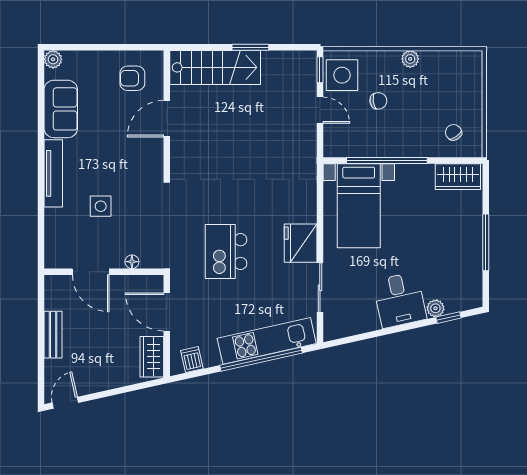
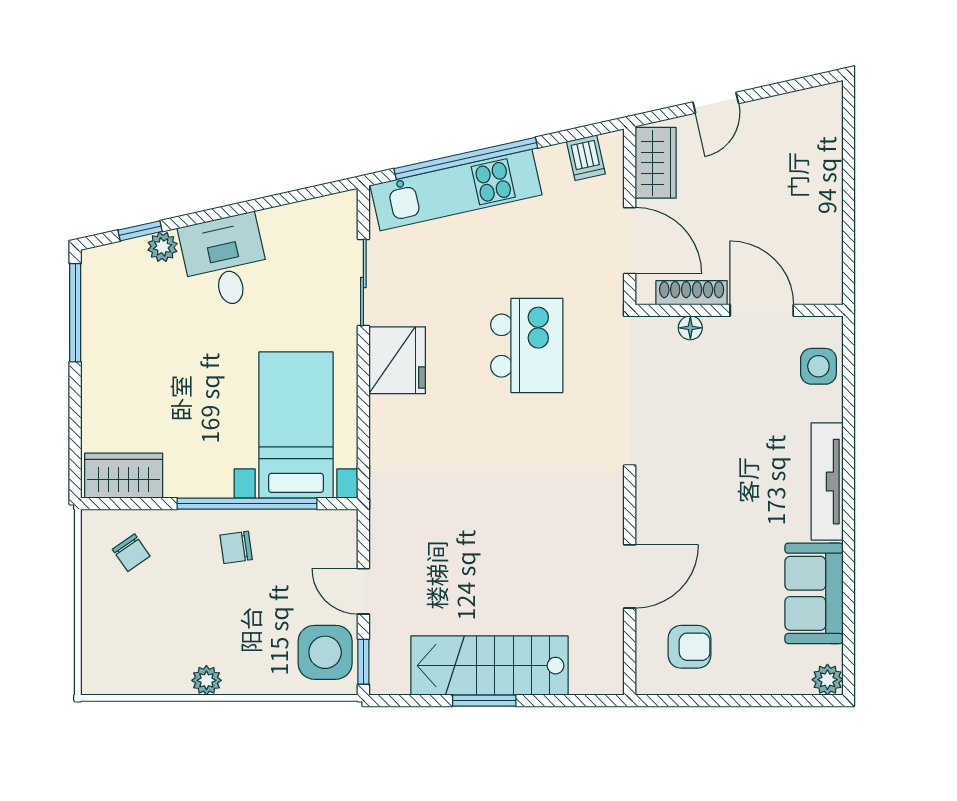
stairs: (215, 67) -> (489, 666), moved
chair: (378, 101) -> (236, 547), moved
side table: (101, 206) -> (818, 366), moved
window: (486, 242) -> (75, 313), moved
shoe rack: (131, 282) -> (692, 293), added
bench: (53, 335) -> (827, 201), removed
door: (65, 403) -> (716, 103), moved

